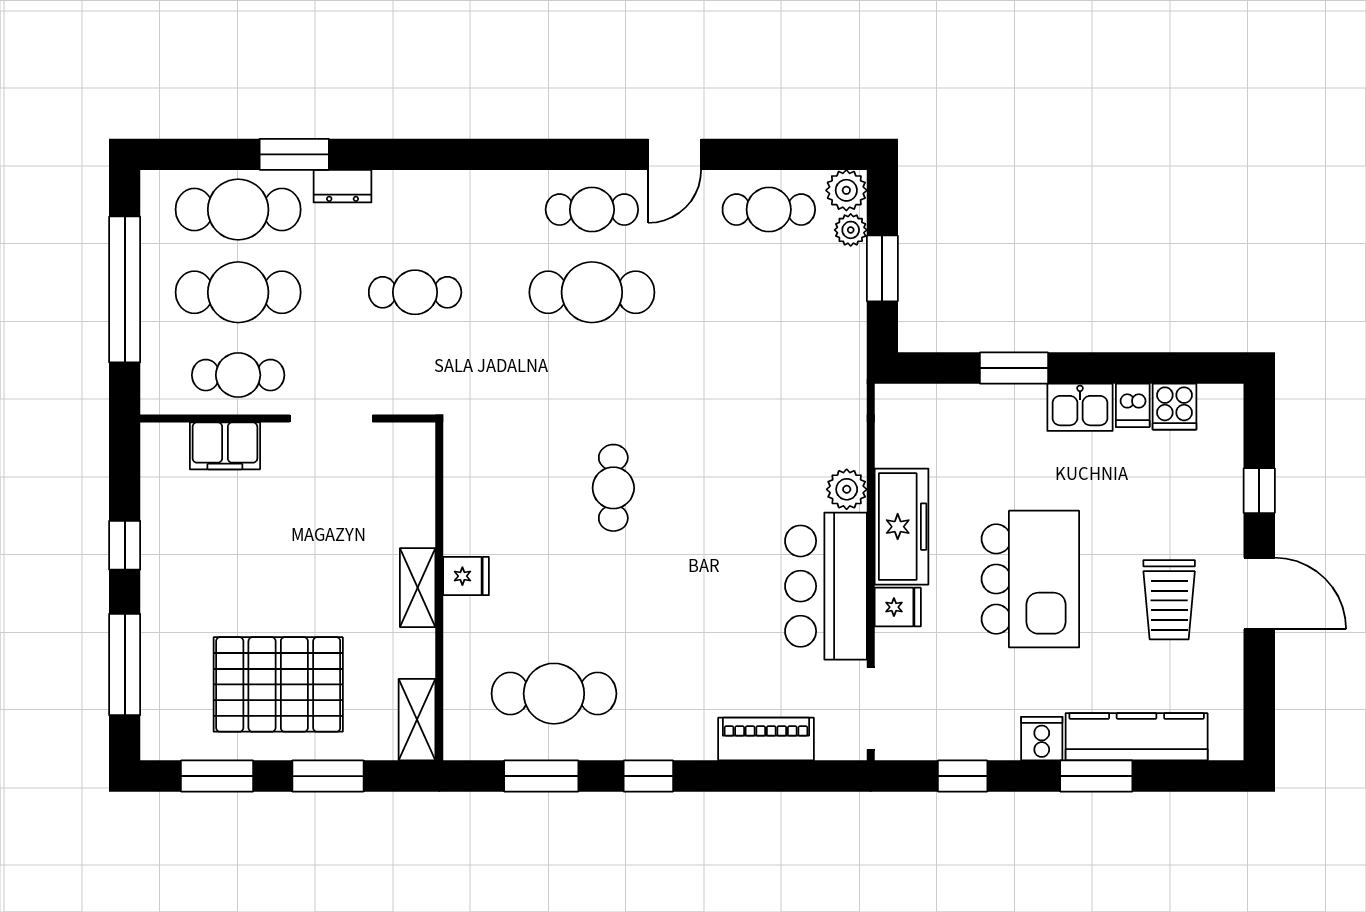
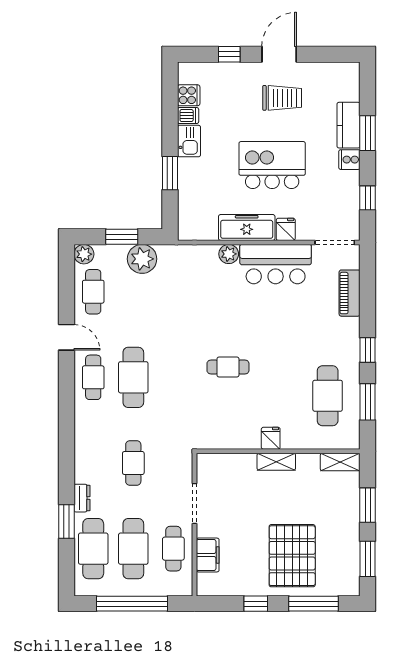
plant: (851, 230) -> (142, 259), moved, width x1.88, depth x1.88
pallet: (278, 684) -> (292, 556), moved
kitchen counter: (1137, 737) -> (349, 125), width x0.67

